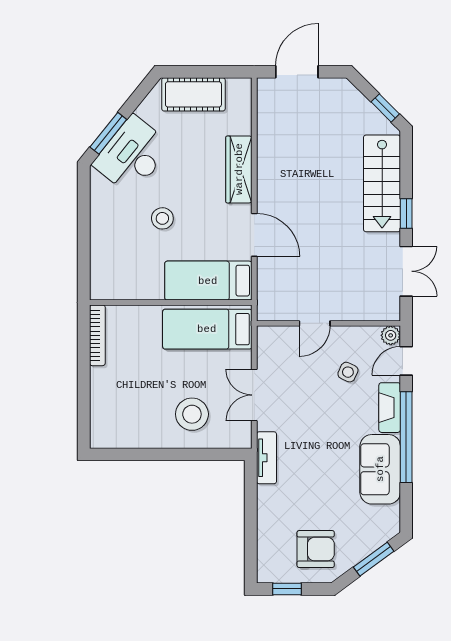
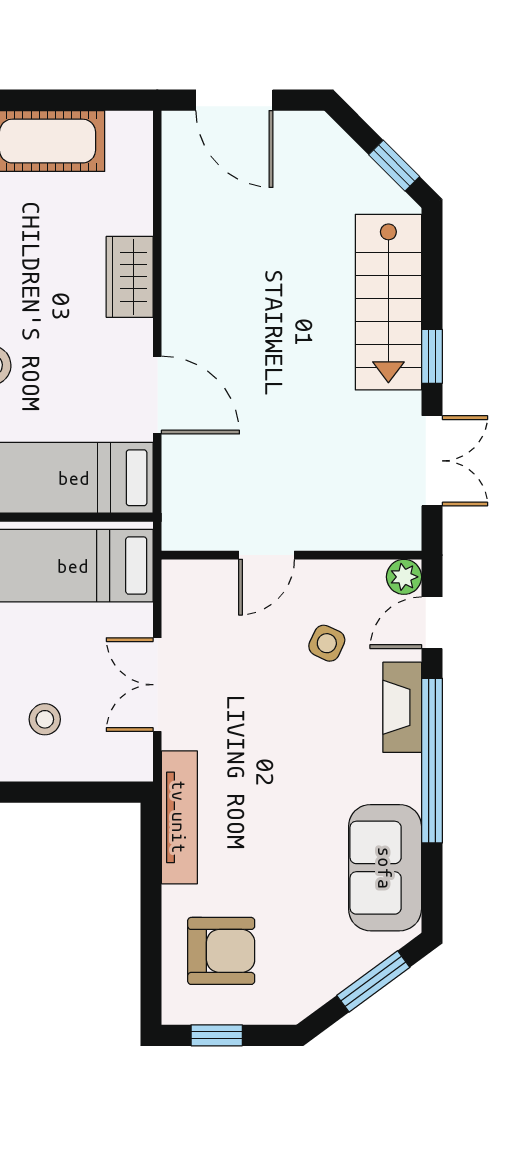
door: (297, 72) -> (234, 100), swing flipped
wardrobe: (239, 169) -> (130, 277), width x0.67
stool: (192, 414) -> (45, 719), width x0.53, depth x0.53
tv unit: (266, 458) -> (179, 817), width x1.41
sofa: (380, 469) -> (385, 868), moved
armchair: (316, 549) -> (221, 951), moved

